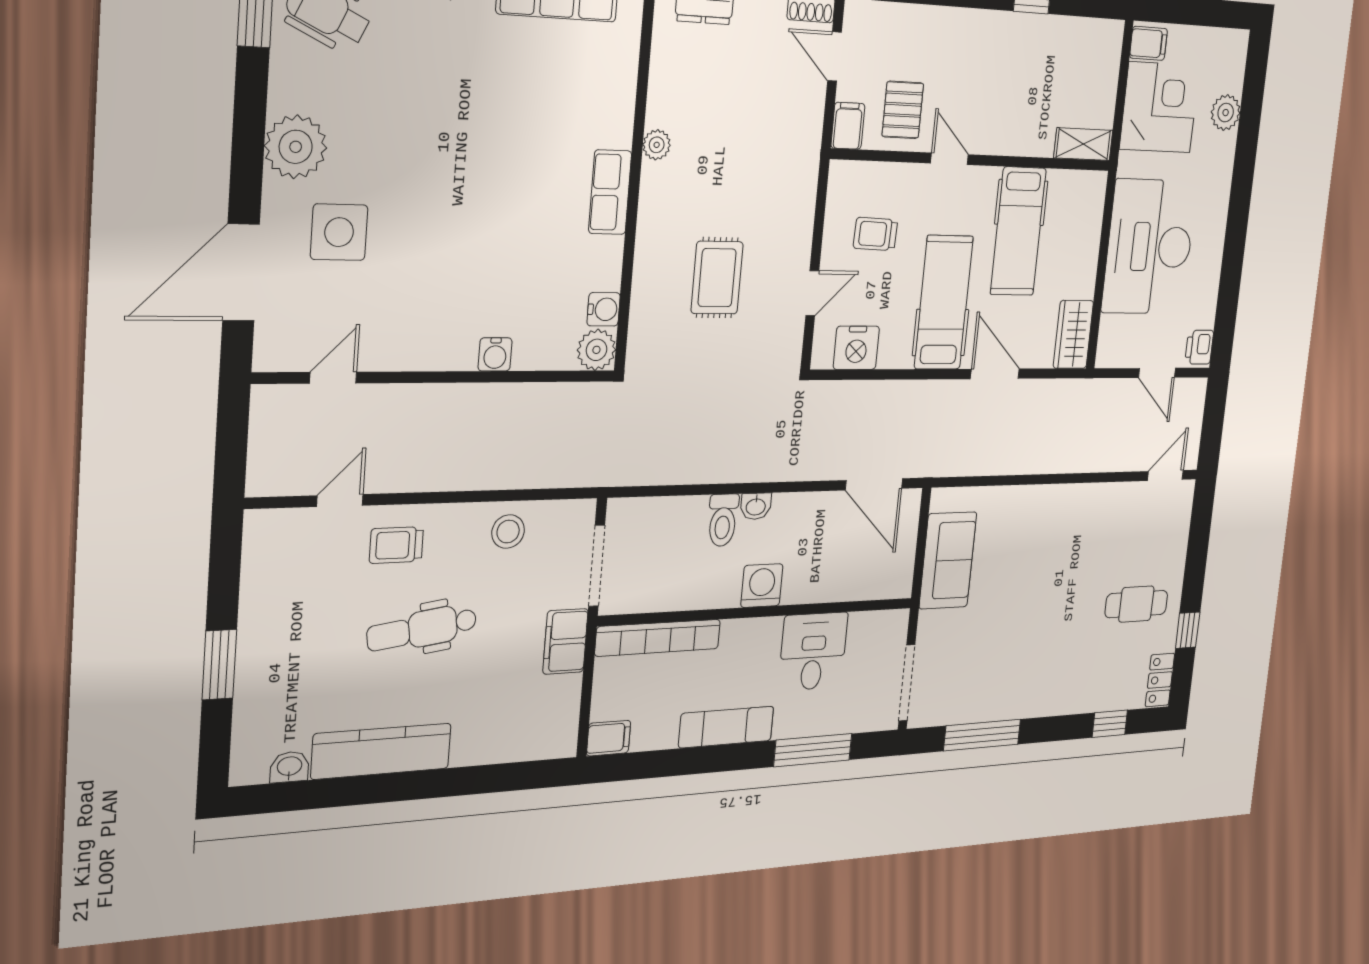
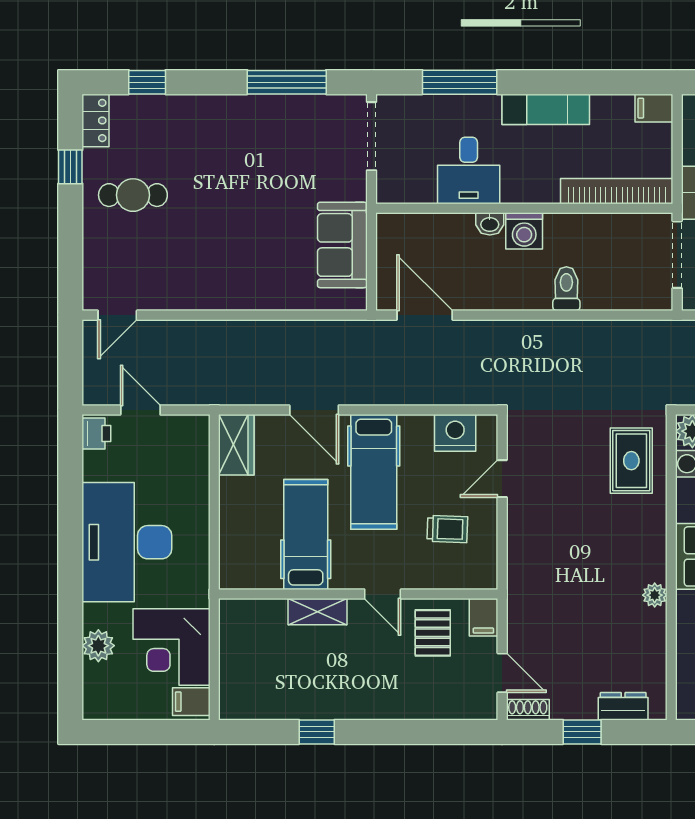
shelving: (1083, 144) -> (318, 612), moved
desk: (1149, 247) -> (127, 542), moved, turned 180
rug: (717, 278) -> (631, 461), moved
washbasin: (756, 506) -> (490, 224), moved, turned 180

